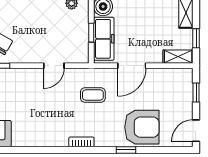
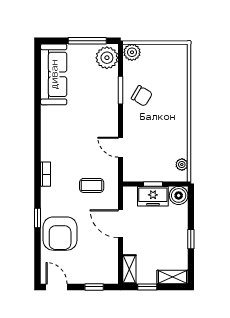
freezer: (104, 39) -> (153, 196), width x0.71
coffee table: (93, 95) -> (92, 185), turned 90

